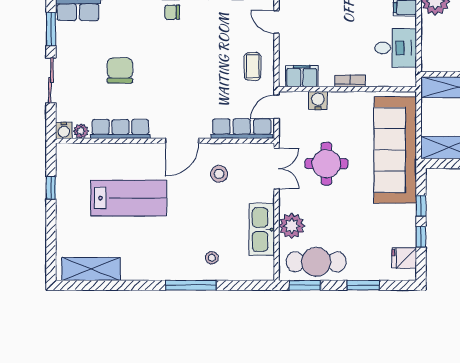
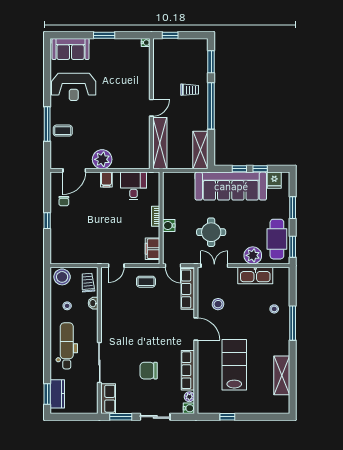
chair: (172, 12) -> (110, 336), removed
water cooler: (318, 100) -> (169, 225), moved
sofa: (395, 150) -> (231, 186), moved
shelving: (91, 269) -> (282, 375), moved

